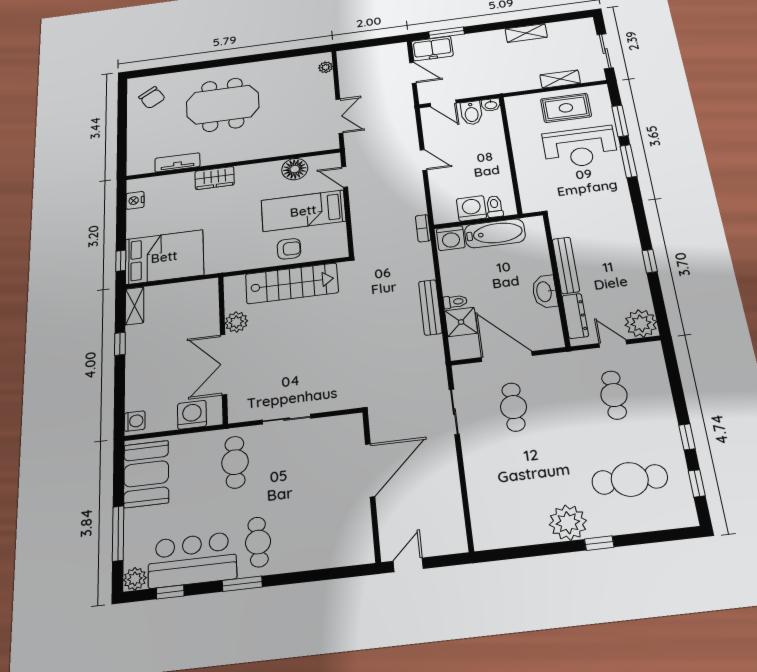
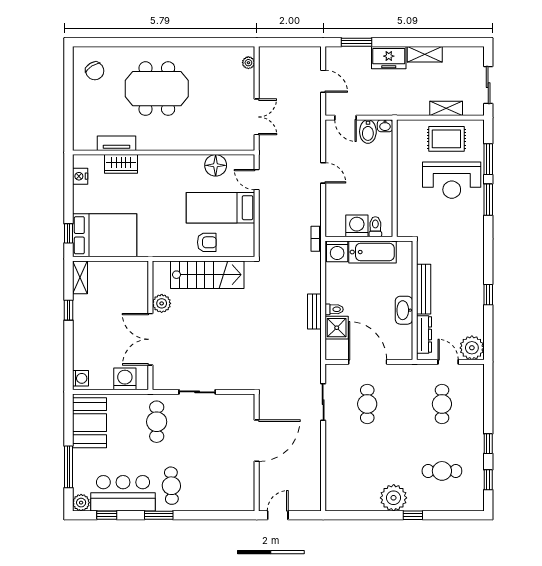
freezer: (432, 49) -> (389, 58), moved
wardrobe: (215, 178) -> (121, 164), moved
bench: (430, 307) -> (314, 312), width x0.73
cafe table: (630, 479) -> (442, 471), width x0.73, depth x0.74

